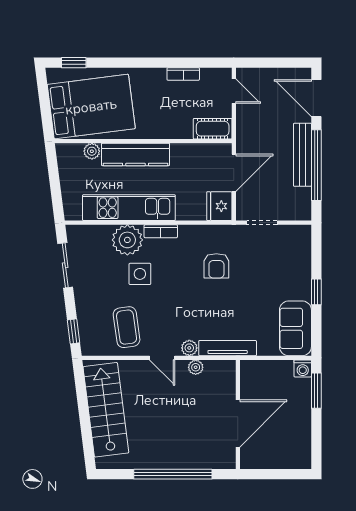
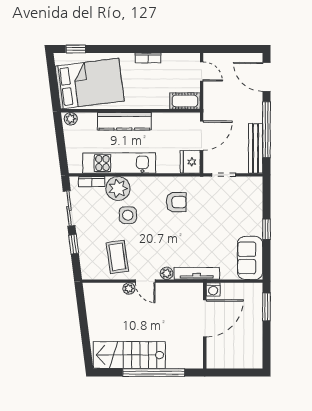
bookcase: (183, 74) -> (148, 58), moved
plant: (92, 151) -> (71, 119), moved
bench: (302, 155) -> (256, 148), moved
bookcase: (161, 231) -> (92, 182), moved
armchair: (216, 266) -> (176, 202), moved, turned -90
window: (74, 331) -> (74, 244), moved
plant: (196, 367) -> (129, 289), moved
washing machine: (303, 368) -> (213, 289), moved
stairs: (106, 410) -> (129, 355), moved, turned -83
door: (238, 424) -> (205, 318), moved

